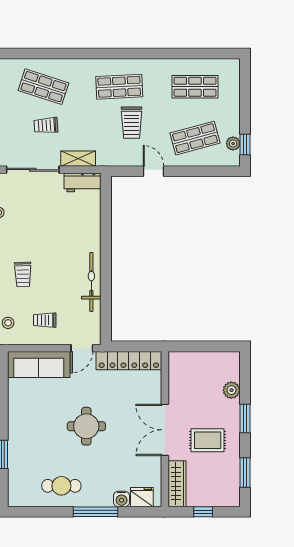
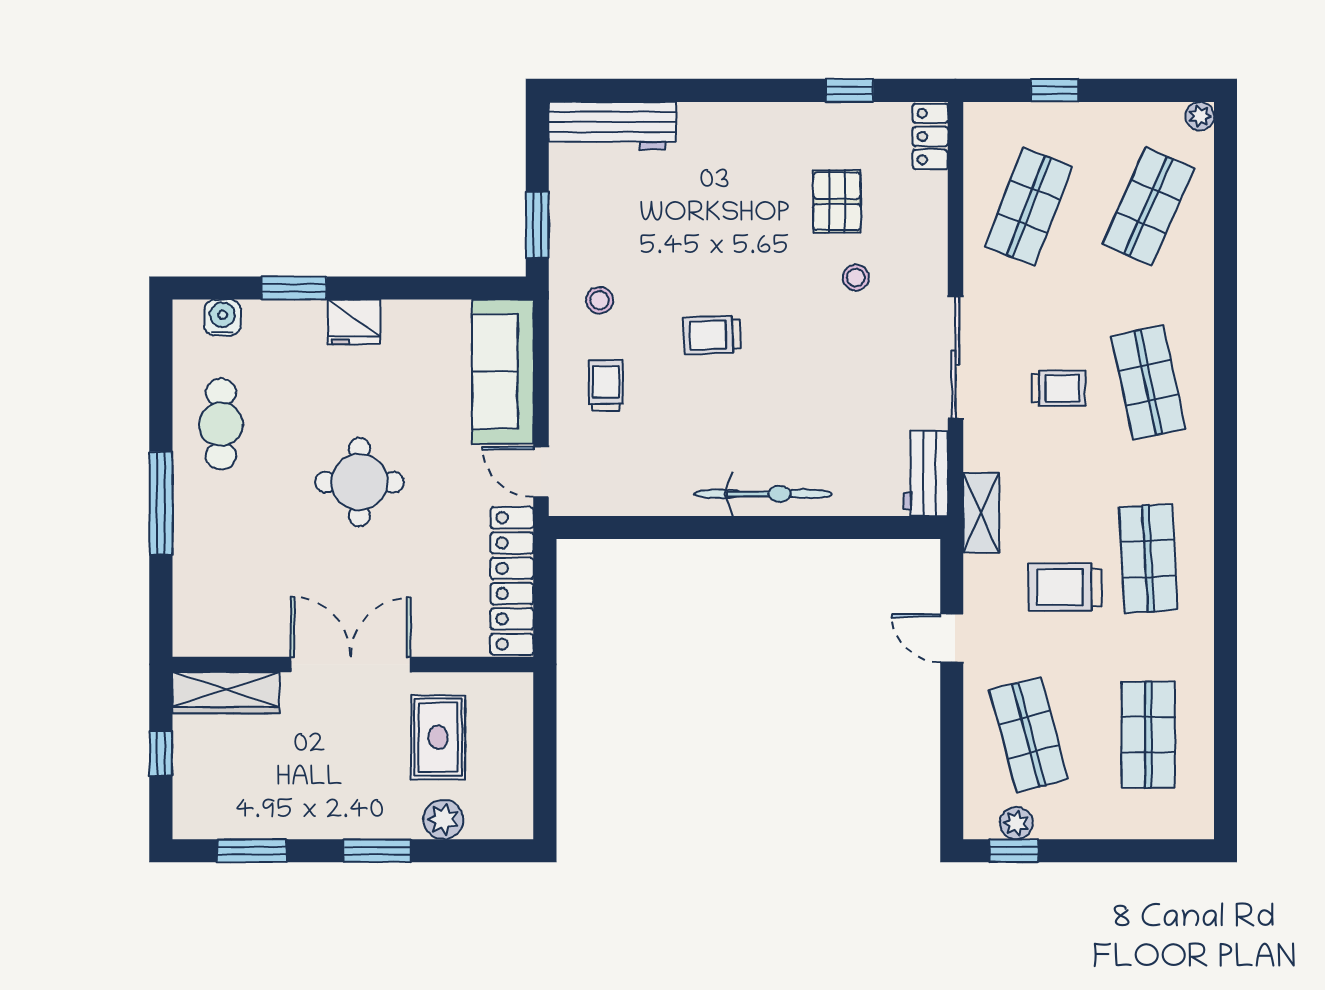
shop shelf: (43, 87) -> (1148, 383), turned -30
trolley: (46, 125) -> (1058, 388), turned 94
shelving: (78, 159) -> (981, 513), moved
door: (153, 171) -> (952, 638), swing flipped
bicycle: (91, 282) -> (763, 494), moved
rug: (208, 440) -> (438, 737), moved
fridge: (142, 497) -> (354, 322), moved, turned 90
water cooler: (122, 499) -> (222, 318), moved, turned 90

